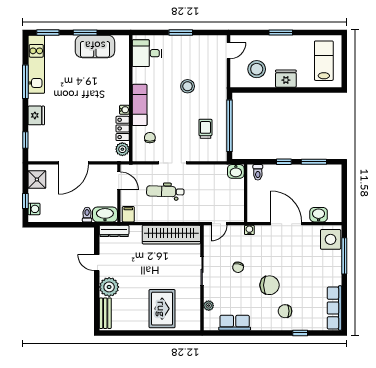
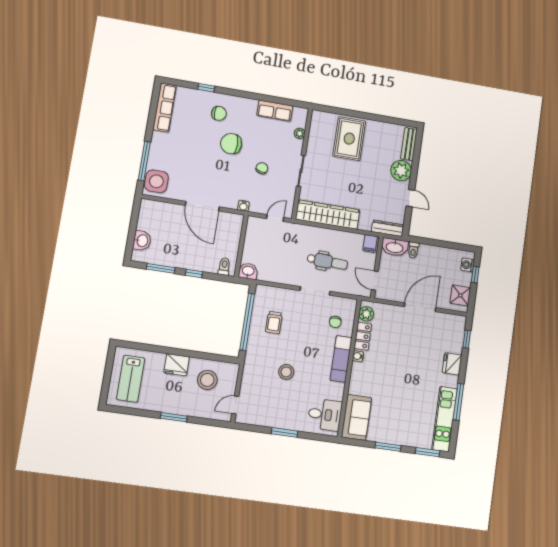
sofa: (95, 46) -> (356, 417), moved, turned 90
washbasin: (319, 215) -> (142, 241), moved, turned -90

